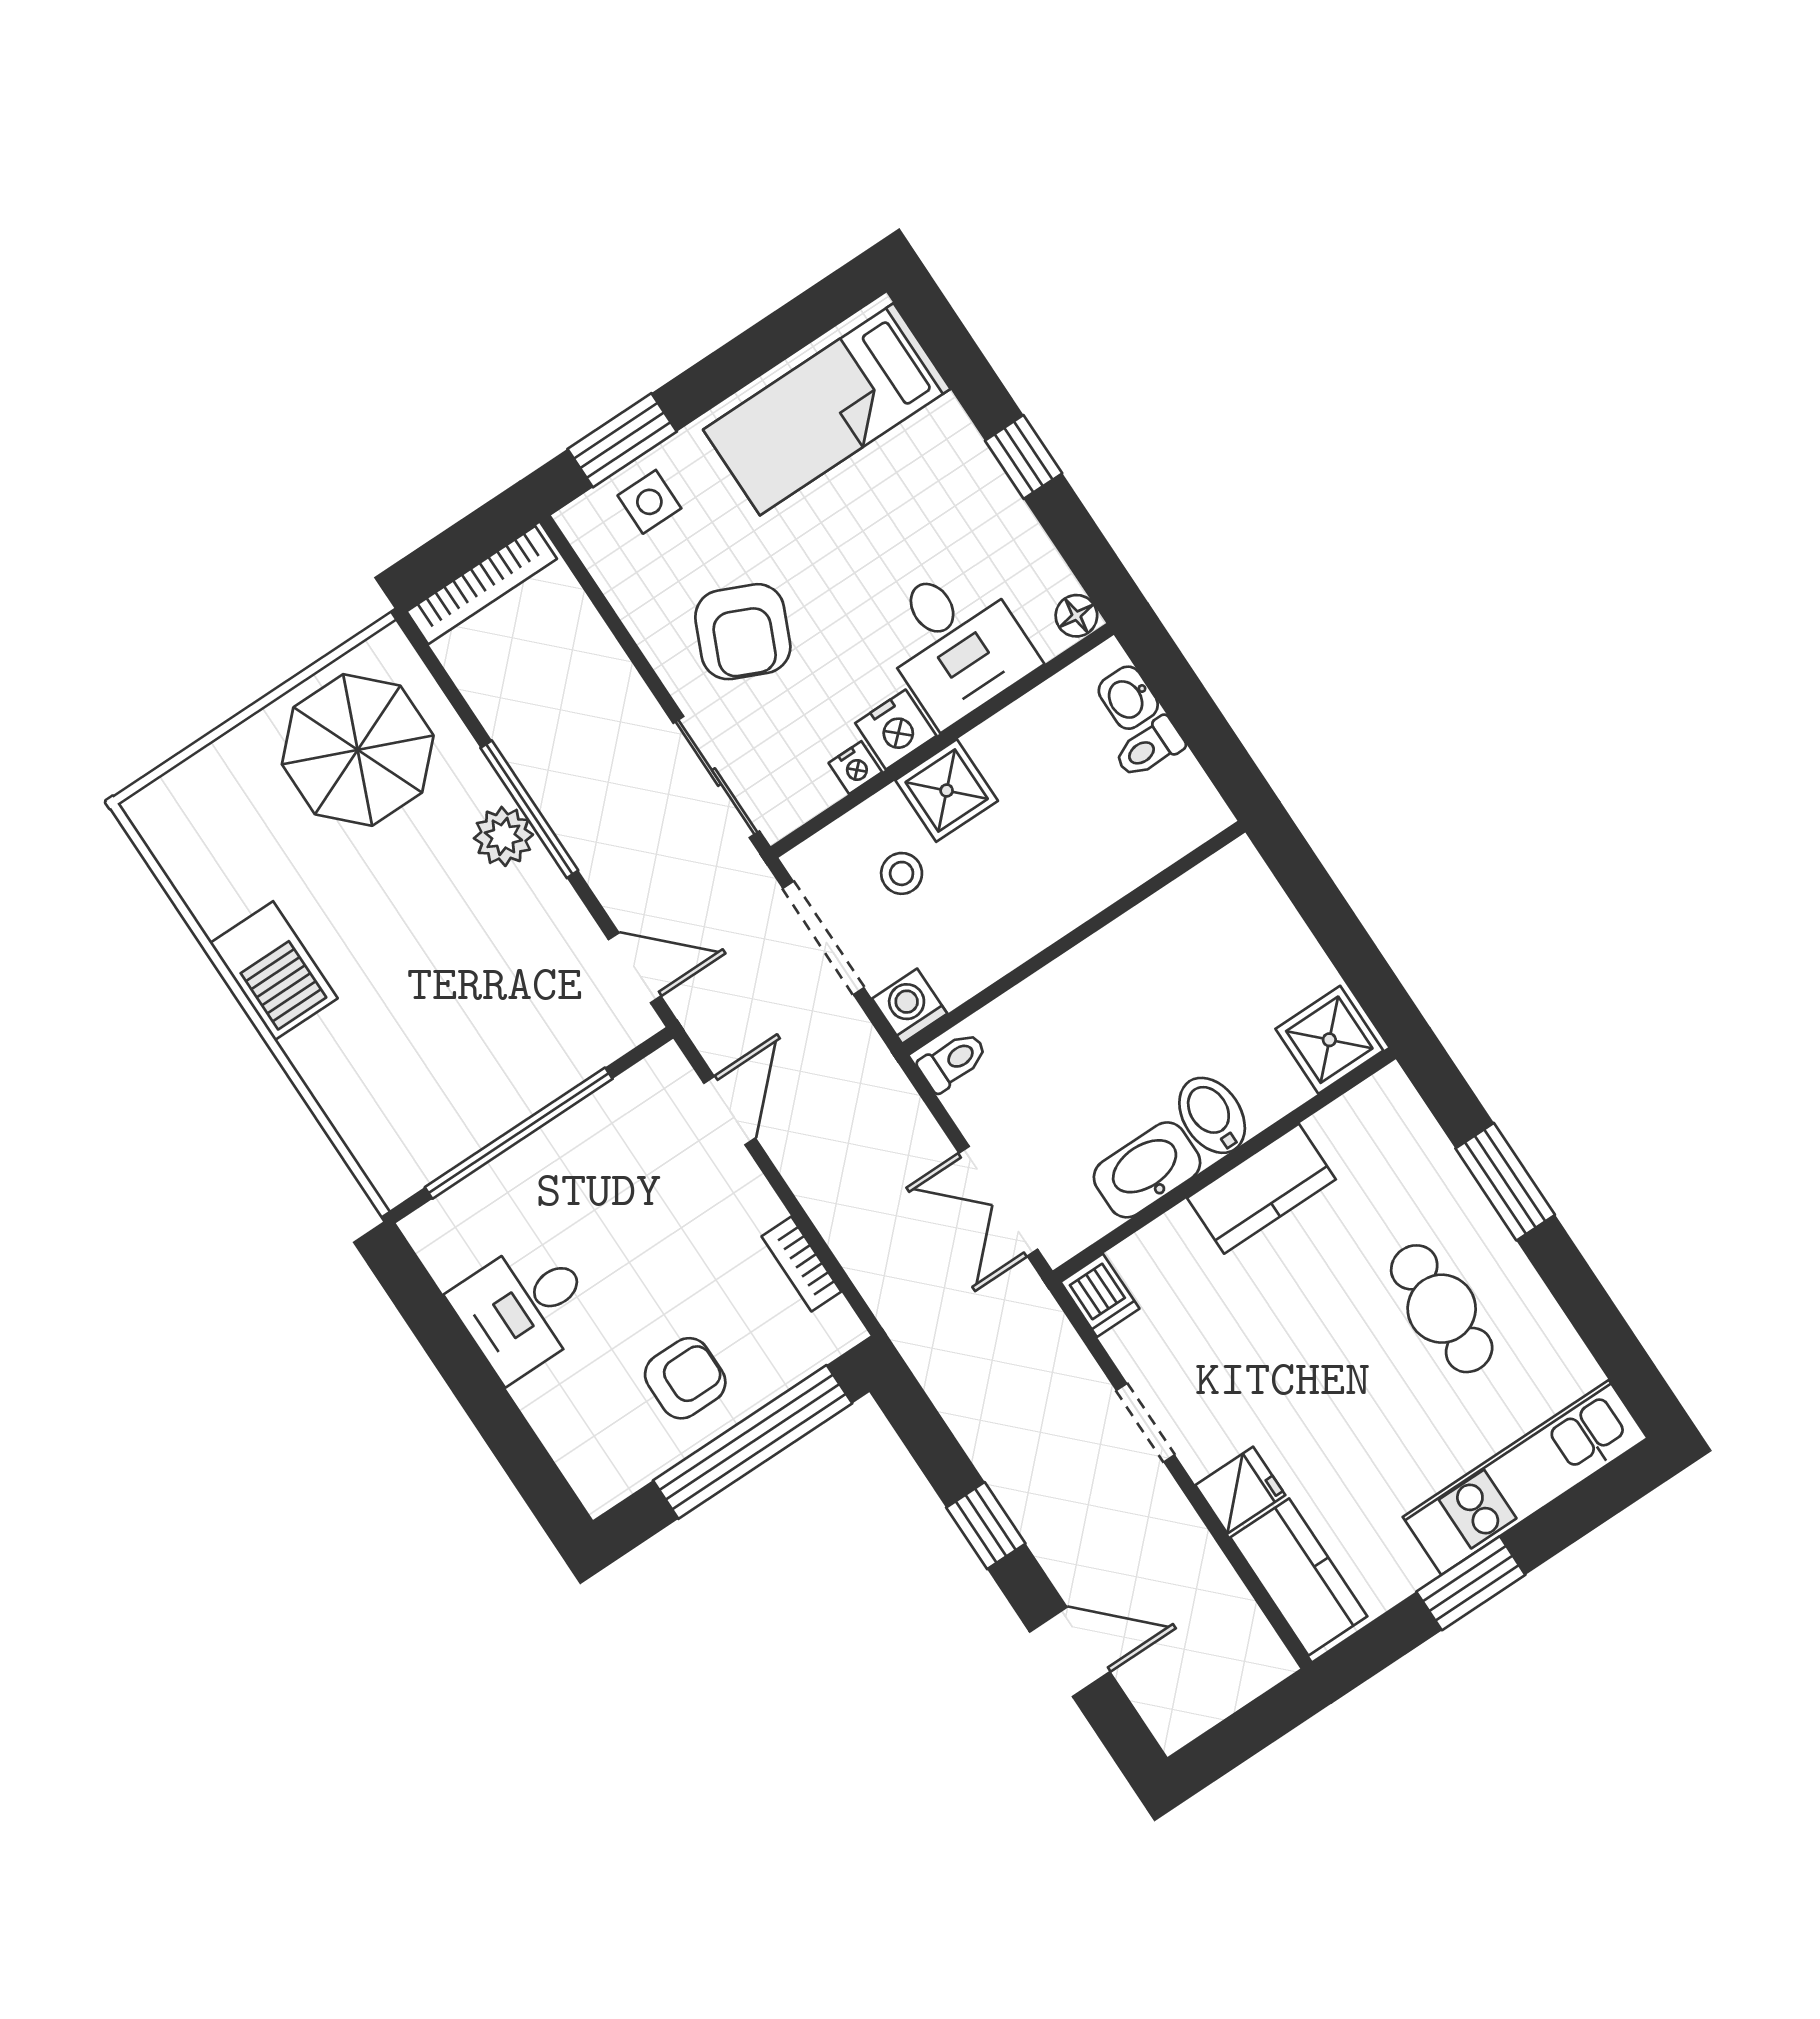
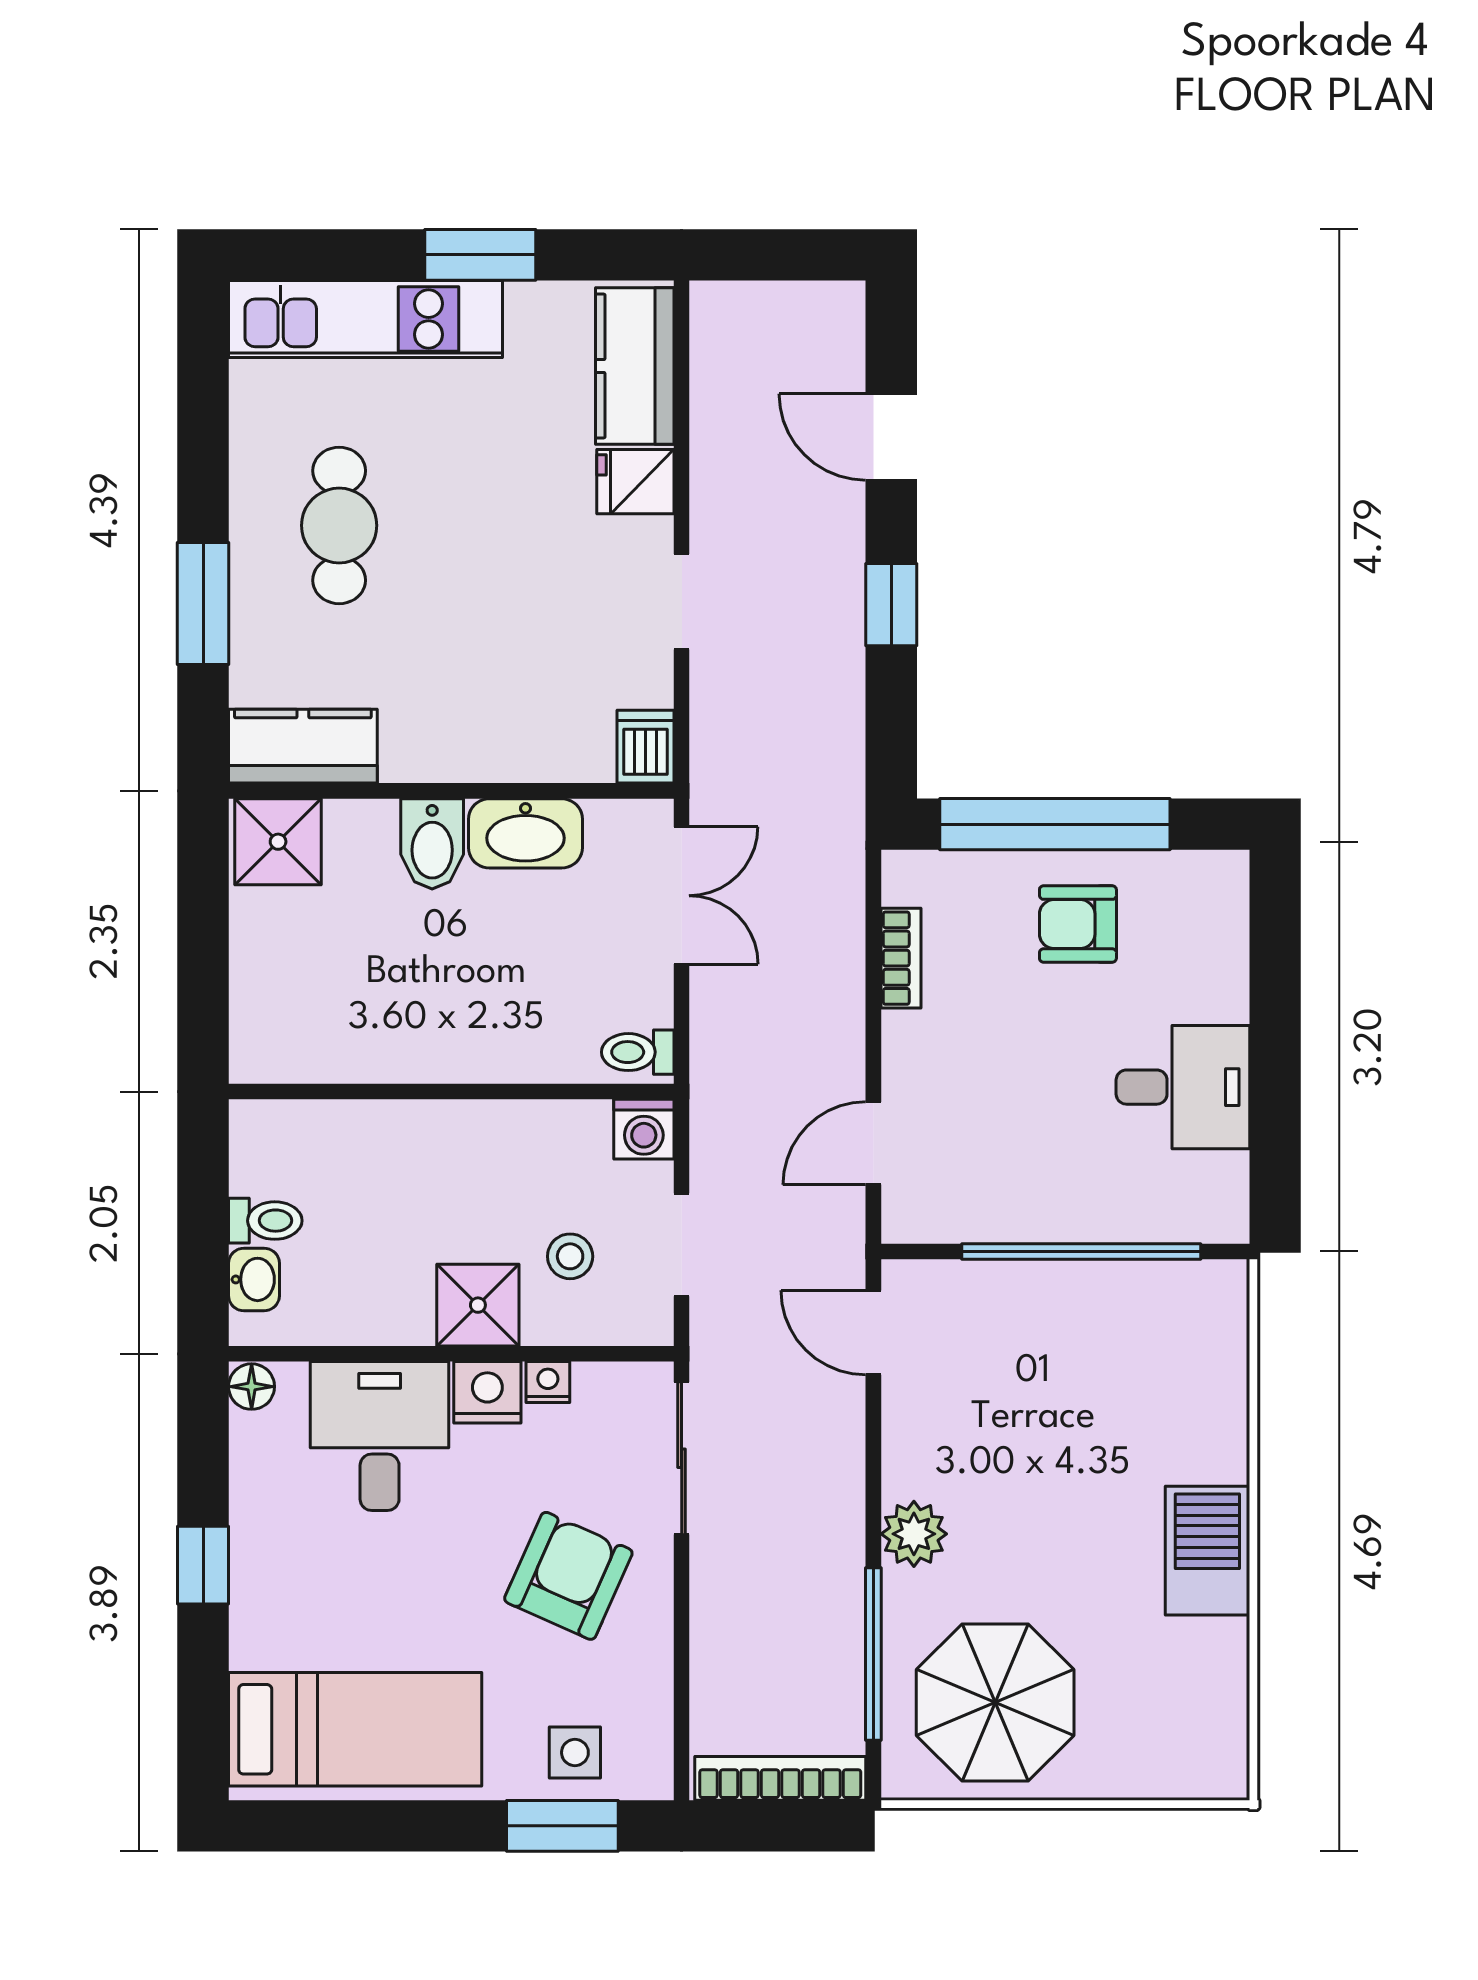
window: (529, 809) -> (873, 1654), moved
doorway: (823, 938) -> (682, 1245), width x0.73
kitchen counter: (1261, 1189) -> (303, 746), moved

